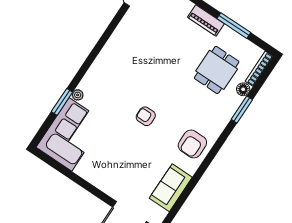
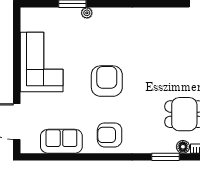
armchair: (146, 116) -> (107, 81), width x1.88, depth x1.88
corner sofa: (70, 134) -> (42, 62), moved, turned -90

